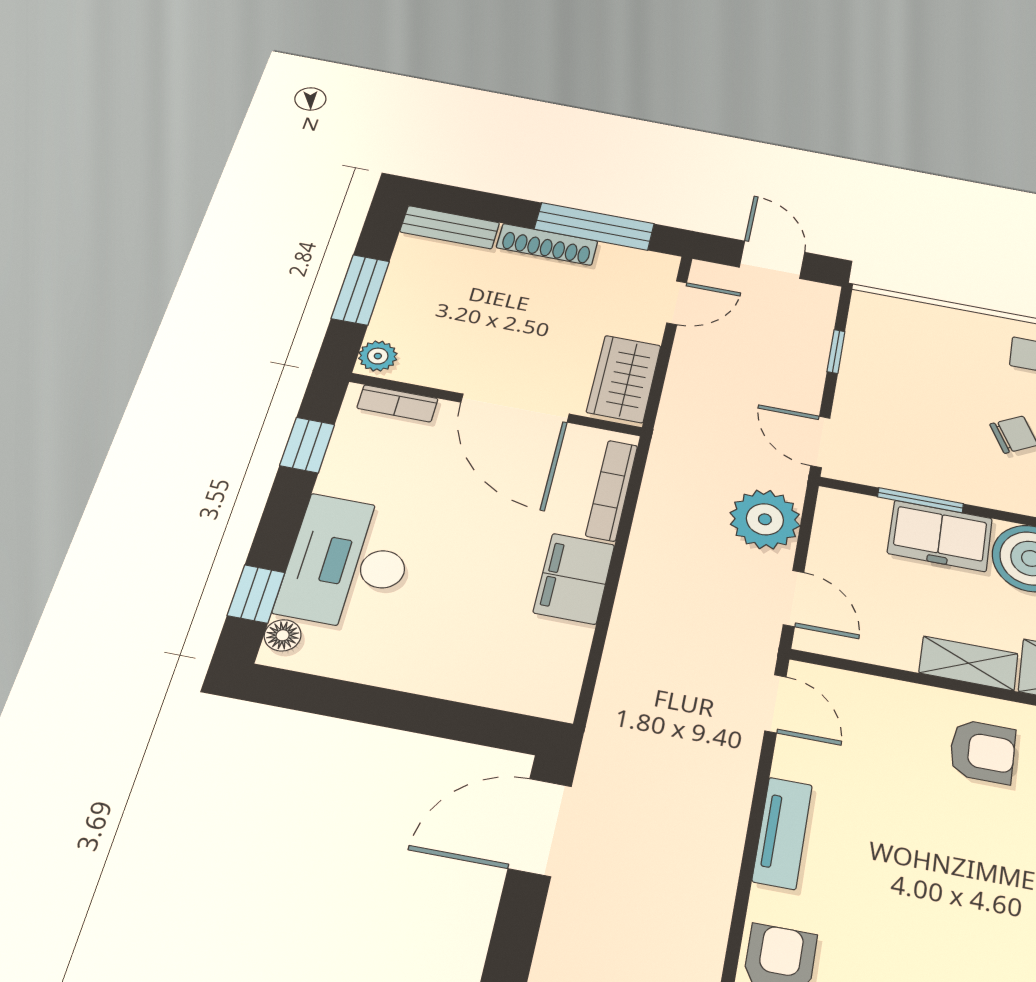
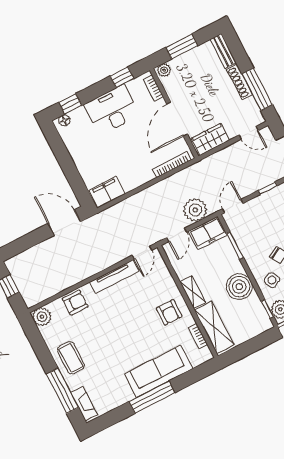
freezer: (940, 536) -> (208, 233), moved, turned -90
desk: (348, 563) -> (112, 110), moved
filing cabinet: (574, 579) -> (107, 192), moved
tv unit: (782, 833) -> (114, 277), width x1.41

